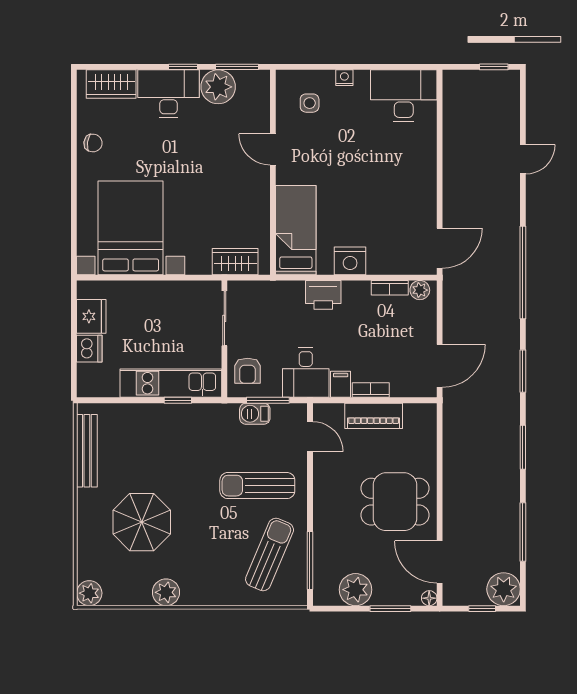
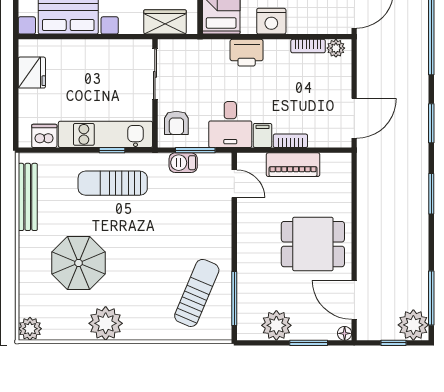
dishwasher: (89, 349) -> (44, 136), moved, turned -90
sun lounger: (257, 486) -> (113, 183), moved
window: (523, 532) -> (431, 298), moved
plant: (166, 592) -> (106, 323), width x1.36, depth x1.36

